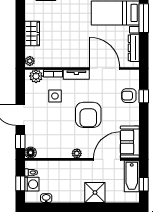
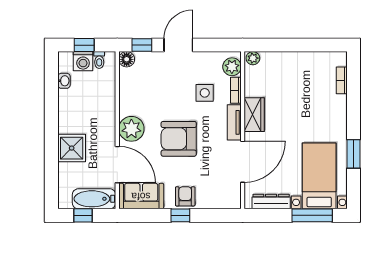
wardrobe: (32, 34) -> (254, 115), moved, turned -90
armchair: (129, 96) -> (185, 196), moved
window: (144, 96) -> (180, 215), moved
plant: (77, 153) -> (131, 129), width x1.87, depth x1.87

